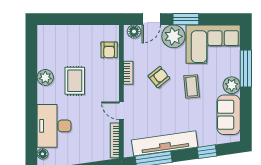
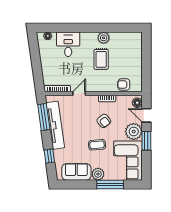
rug: (75, 81) -> (101, 59), turned 90
desk: (54, 126) -> (68, 44), width x0.73

